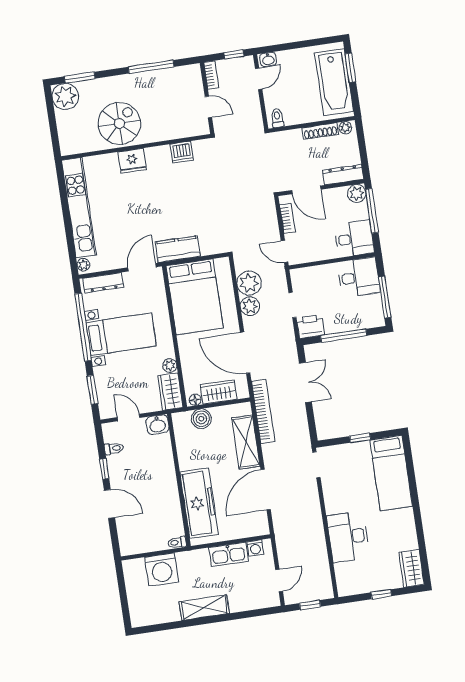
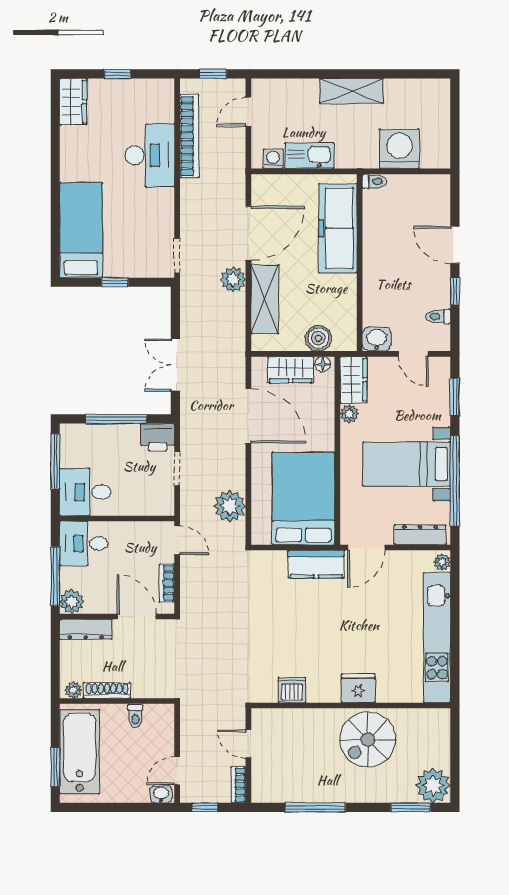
toilet: (277, 118) -> (135, 716), moved
plant: (250, 306) -> (233, 279), moved
bookcase: (263, 412) -> (189, 136), moved, turned 180

